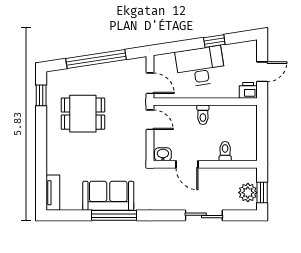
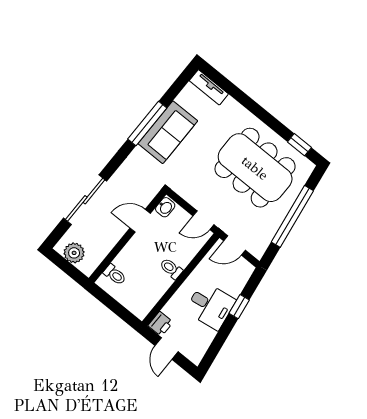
window: (214, 41) -> (239, 307), moved
desk: (200, 66) -> (210, 306), width x0.73
dining table: (83, 114) -> (255, 168), width x1.88, depth x1.24
toilet: (225, 151) -> (115, 275), moved
window: (262, 193) -> (64, 265), removed
sliding door: (204, 215) -> (85, 200), width x1.37

